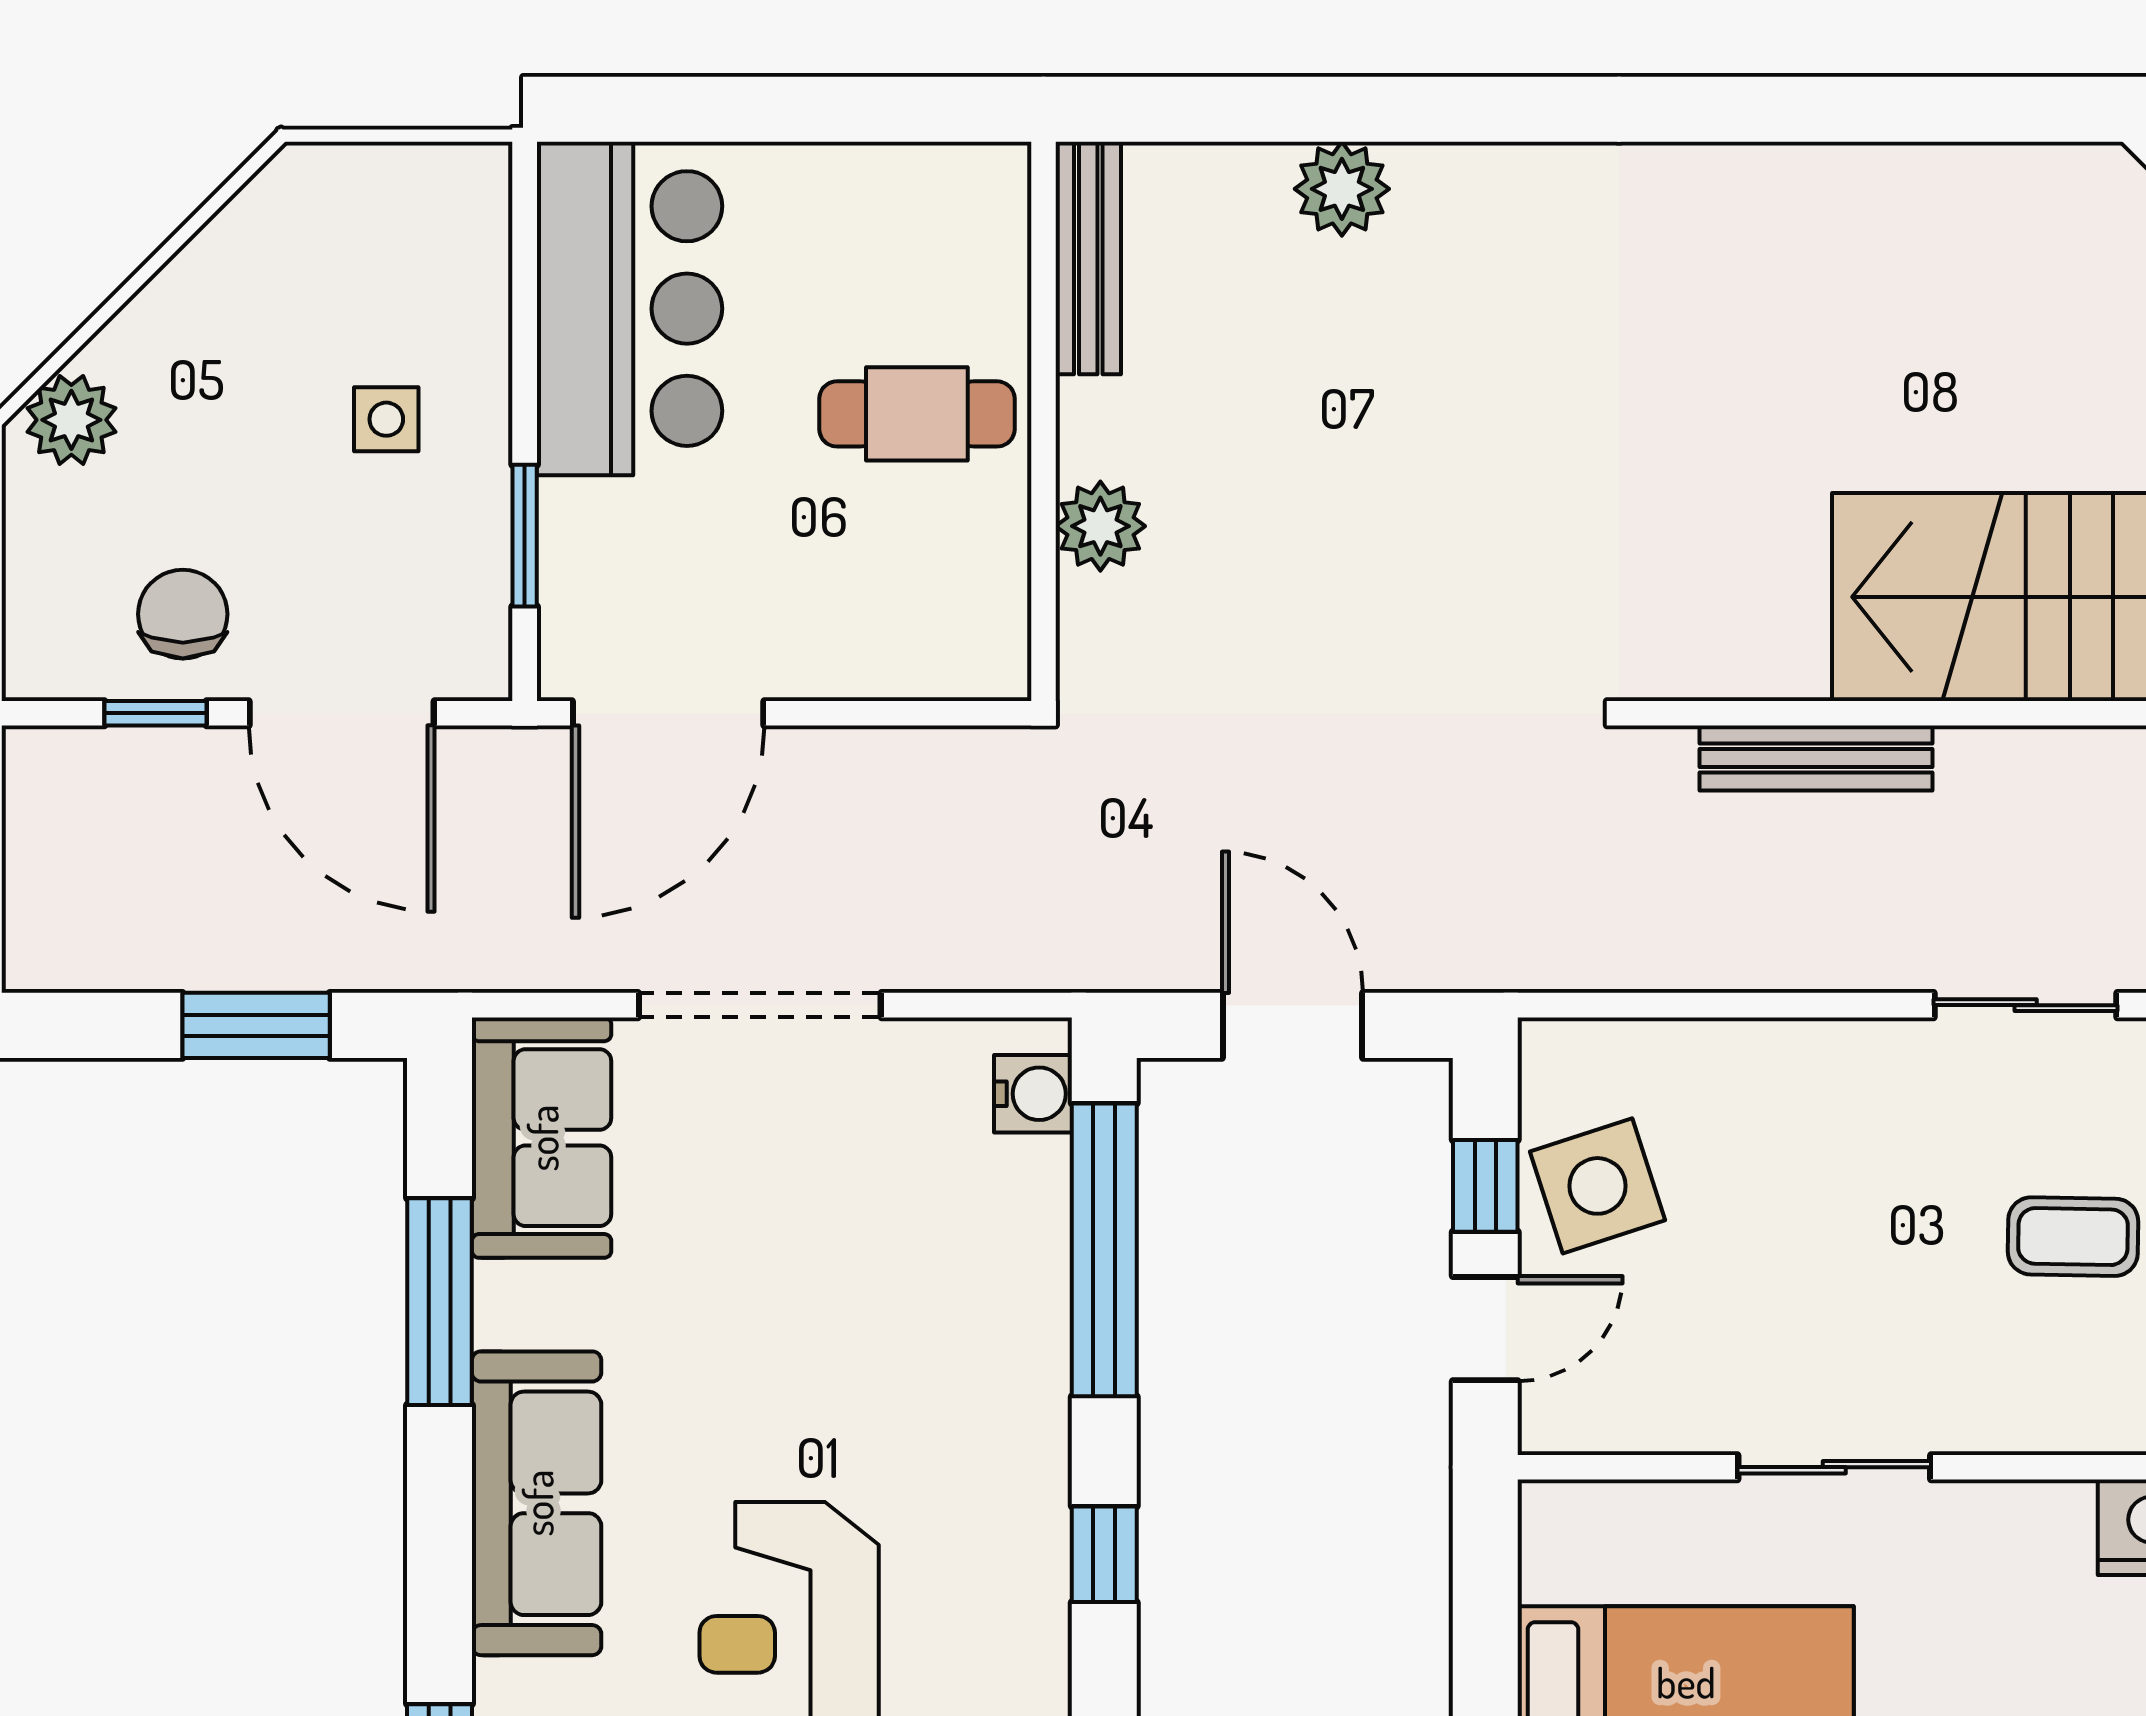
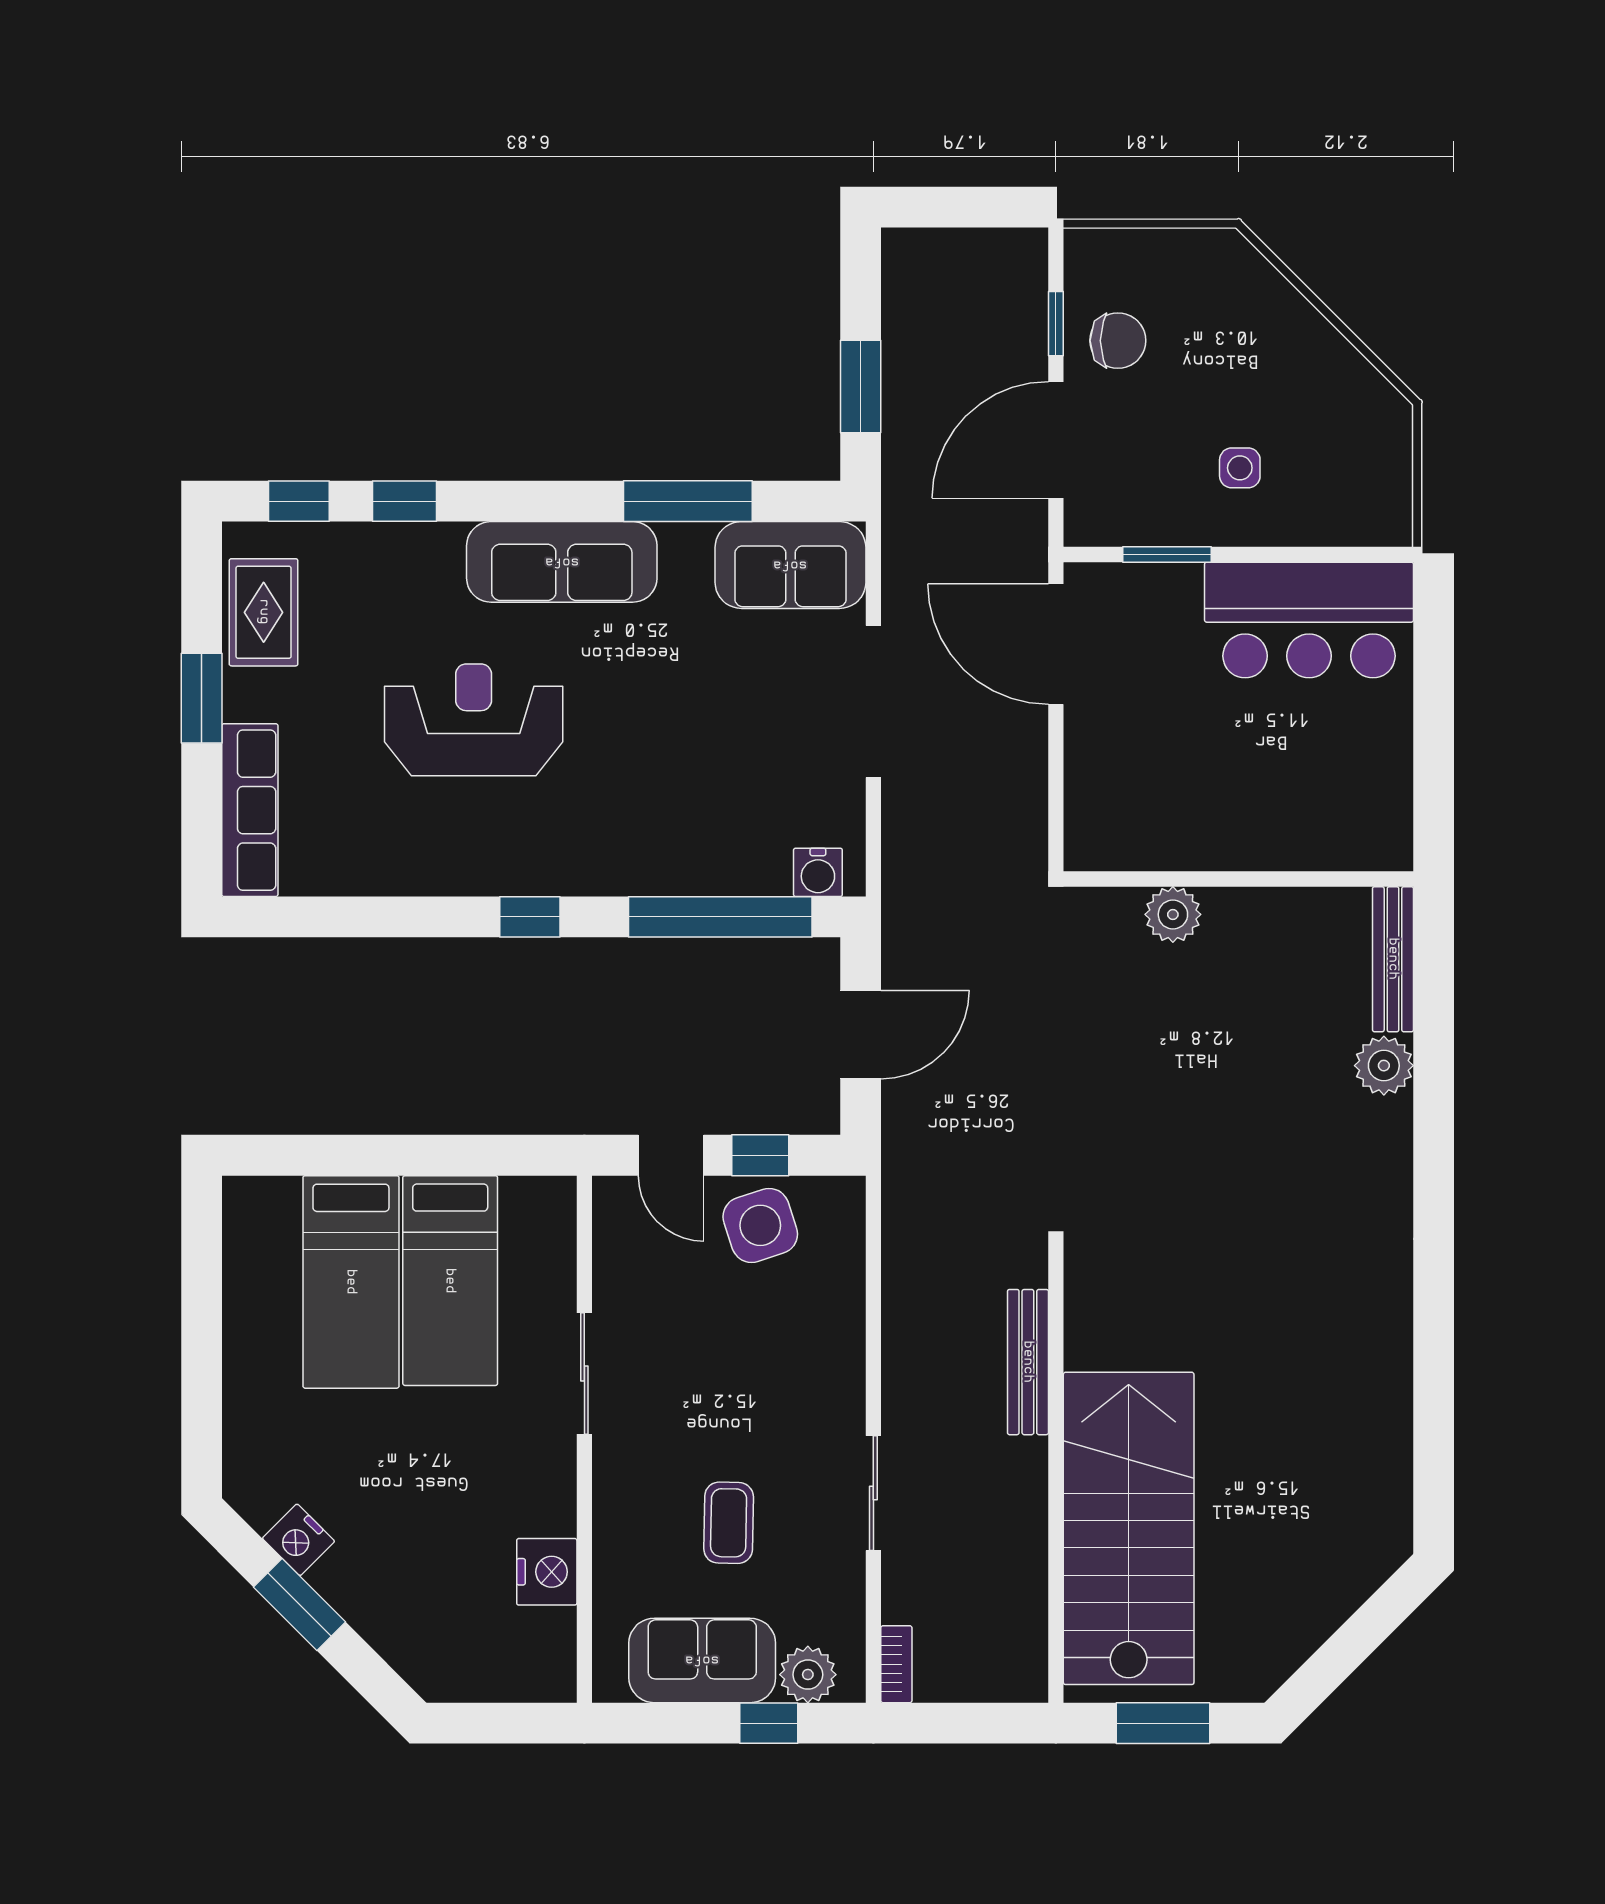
bench: (1088, 258) -> (1393, 959), moved, turned 90
cafe table: (917, 414) -> (1243, 800), removed
plant: (71, 420) -> (1239, 271), removed

